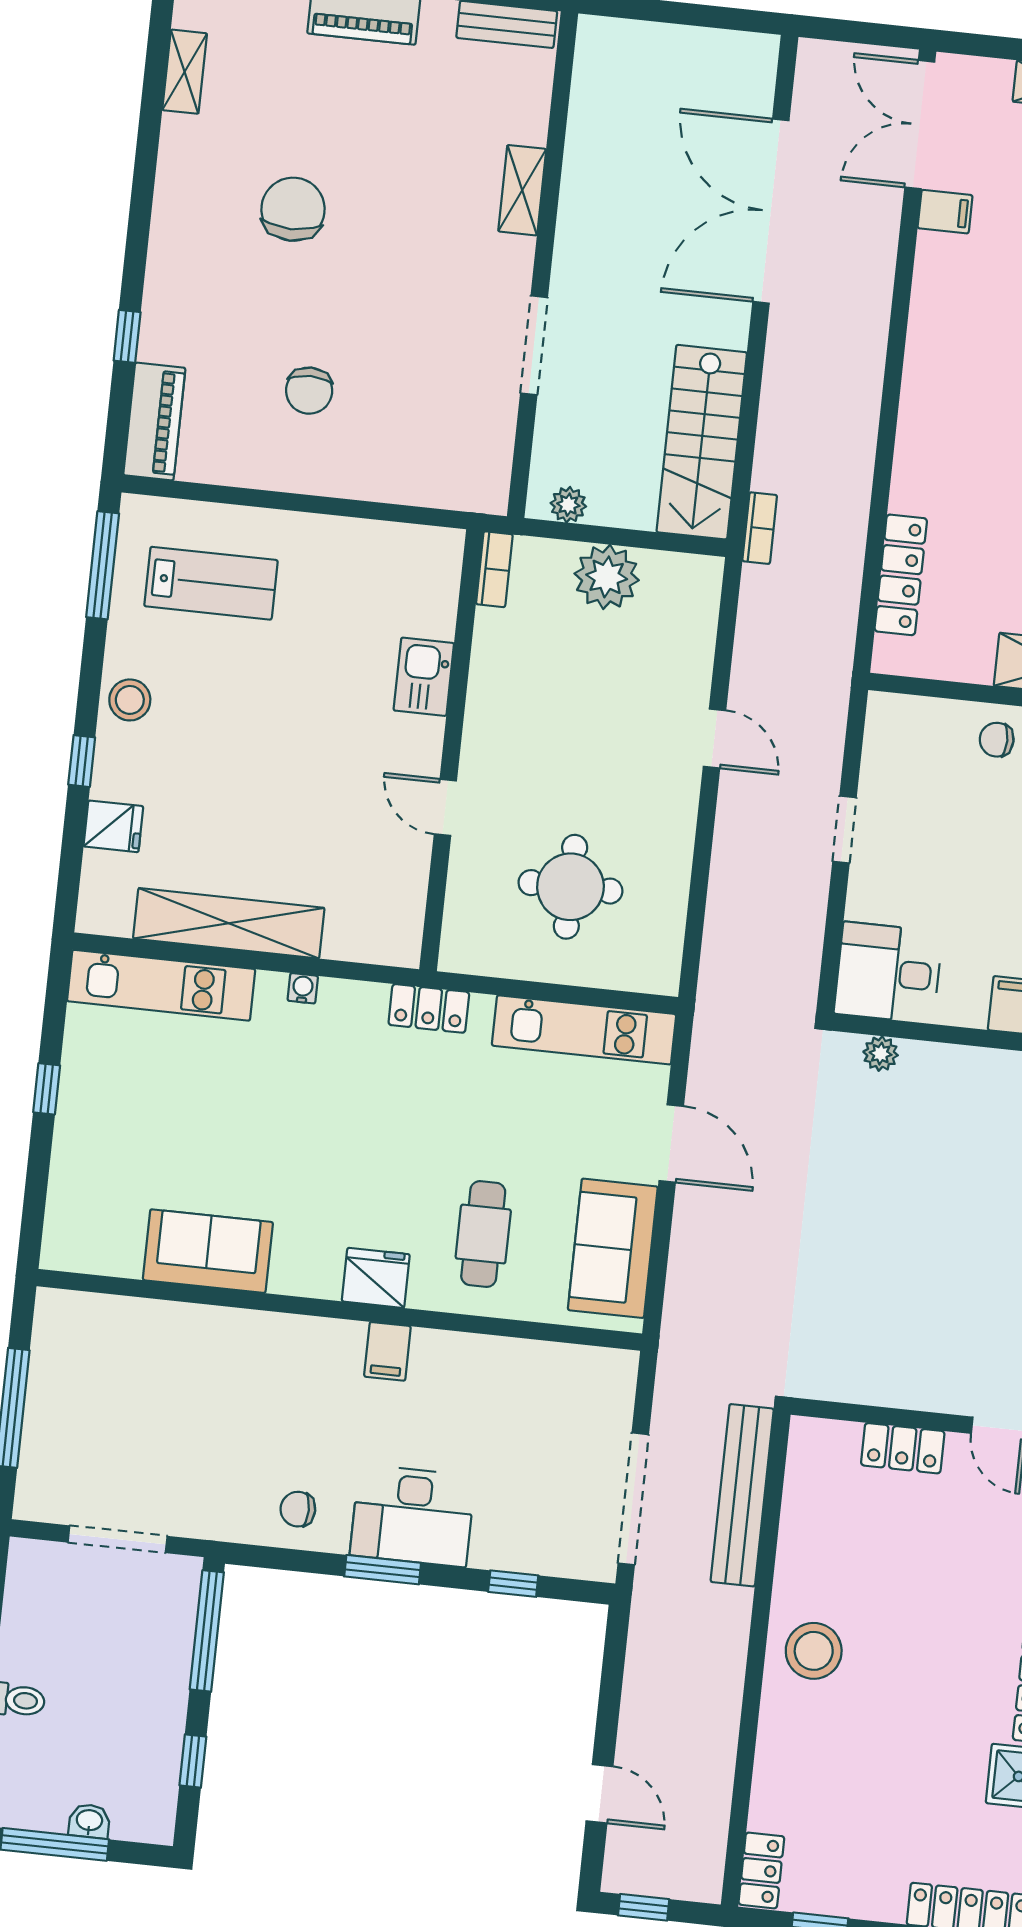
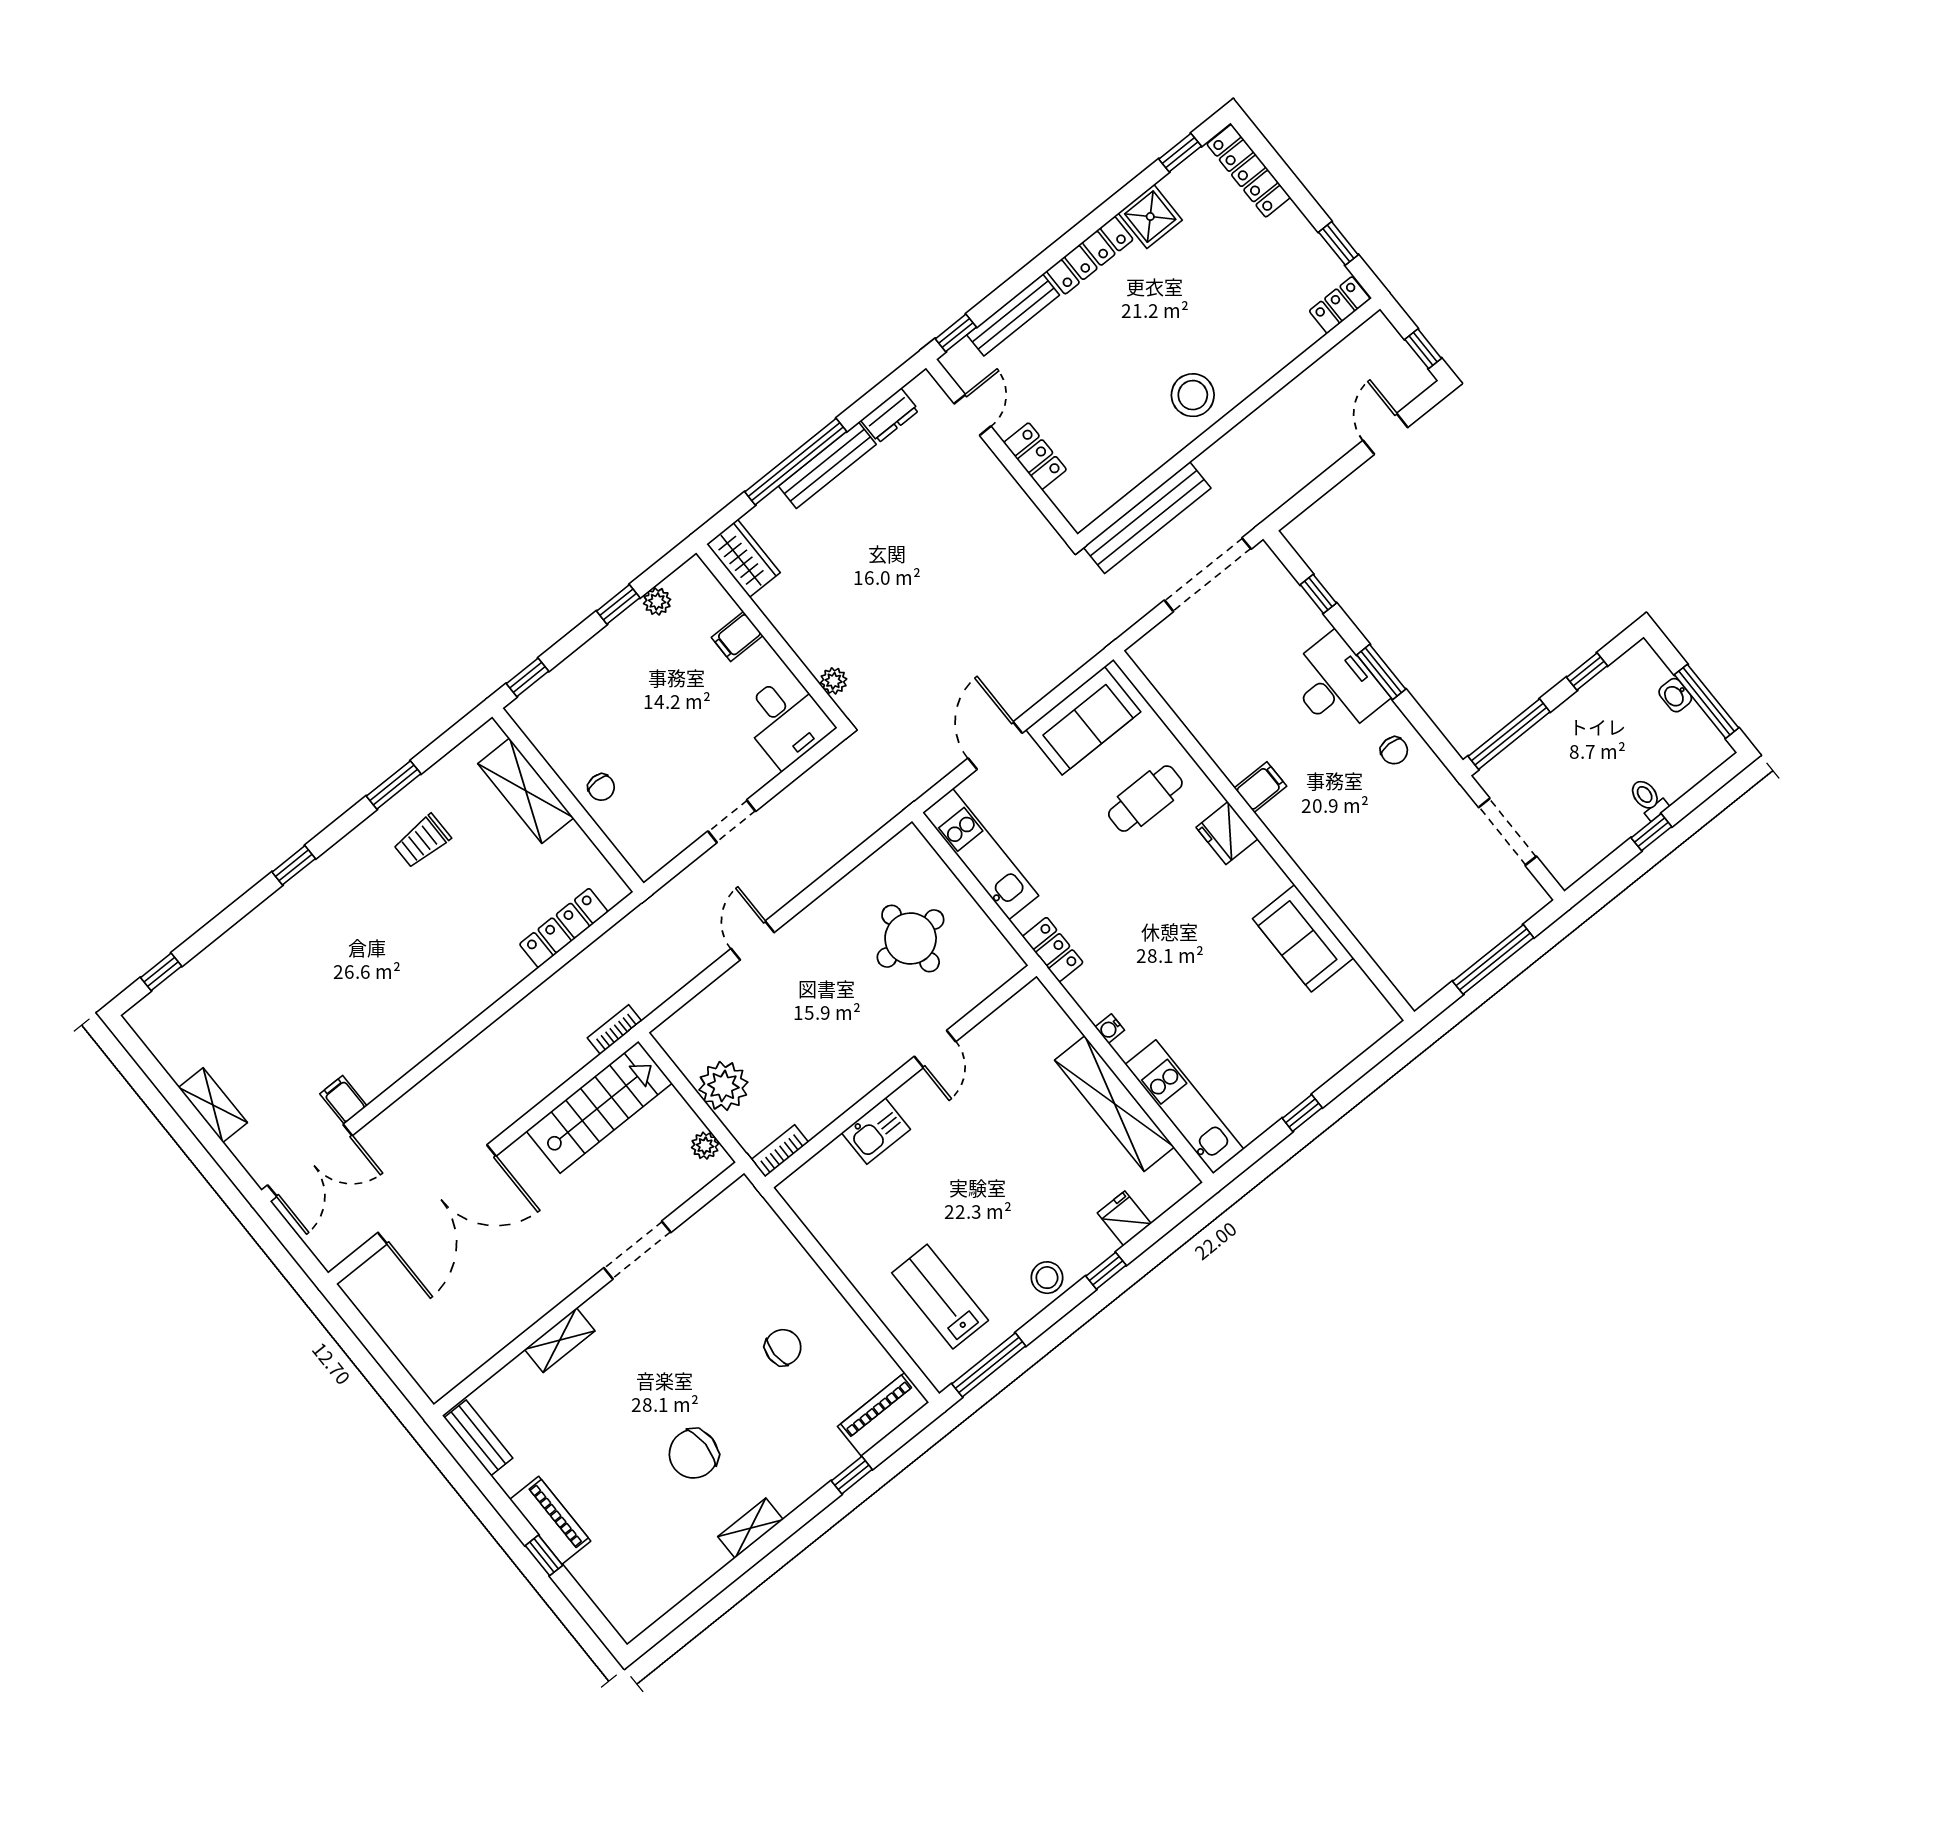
shelving: (185, 72) -> (750, 1528), moved

